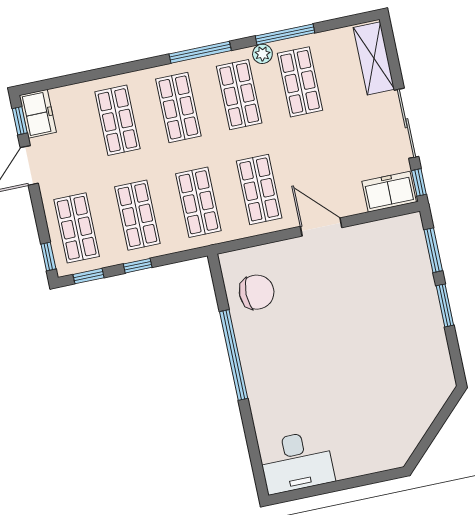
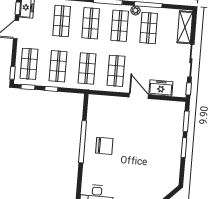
freezer: (389, 192) -> (161, 88), moved
chair: (257, 292) -> (104, 146), moved

